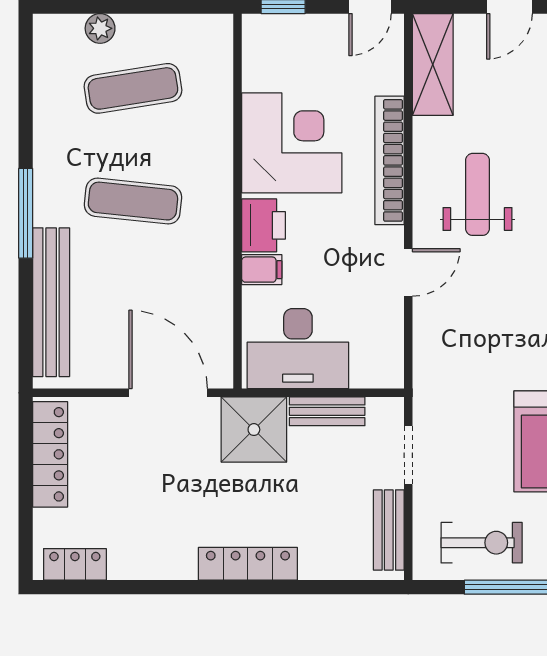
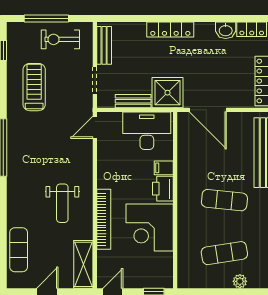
door: (408, 272) -> (95, 127), moved
washbasin: (130, 562) -> (226, 30), added

